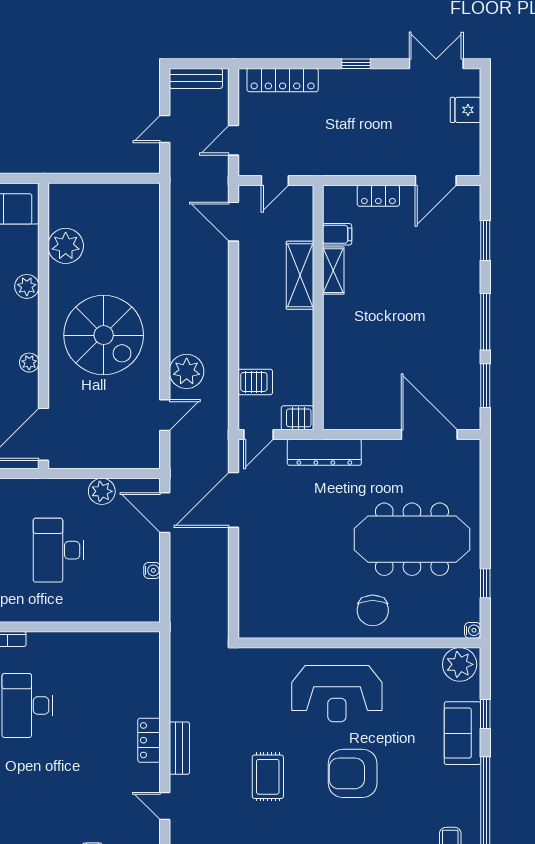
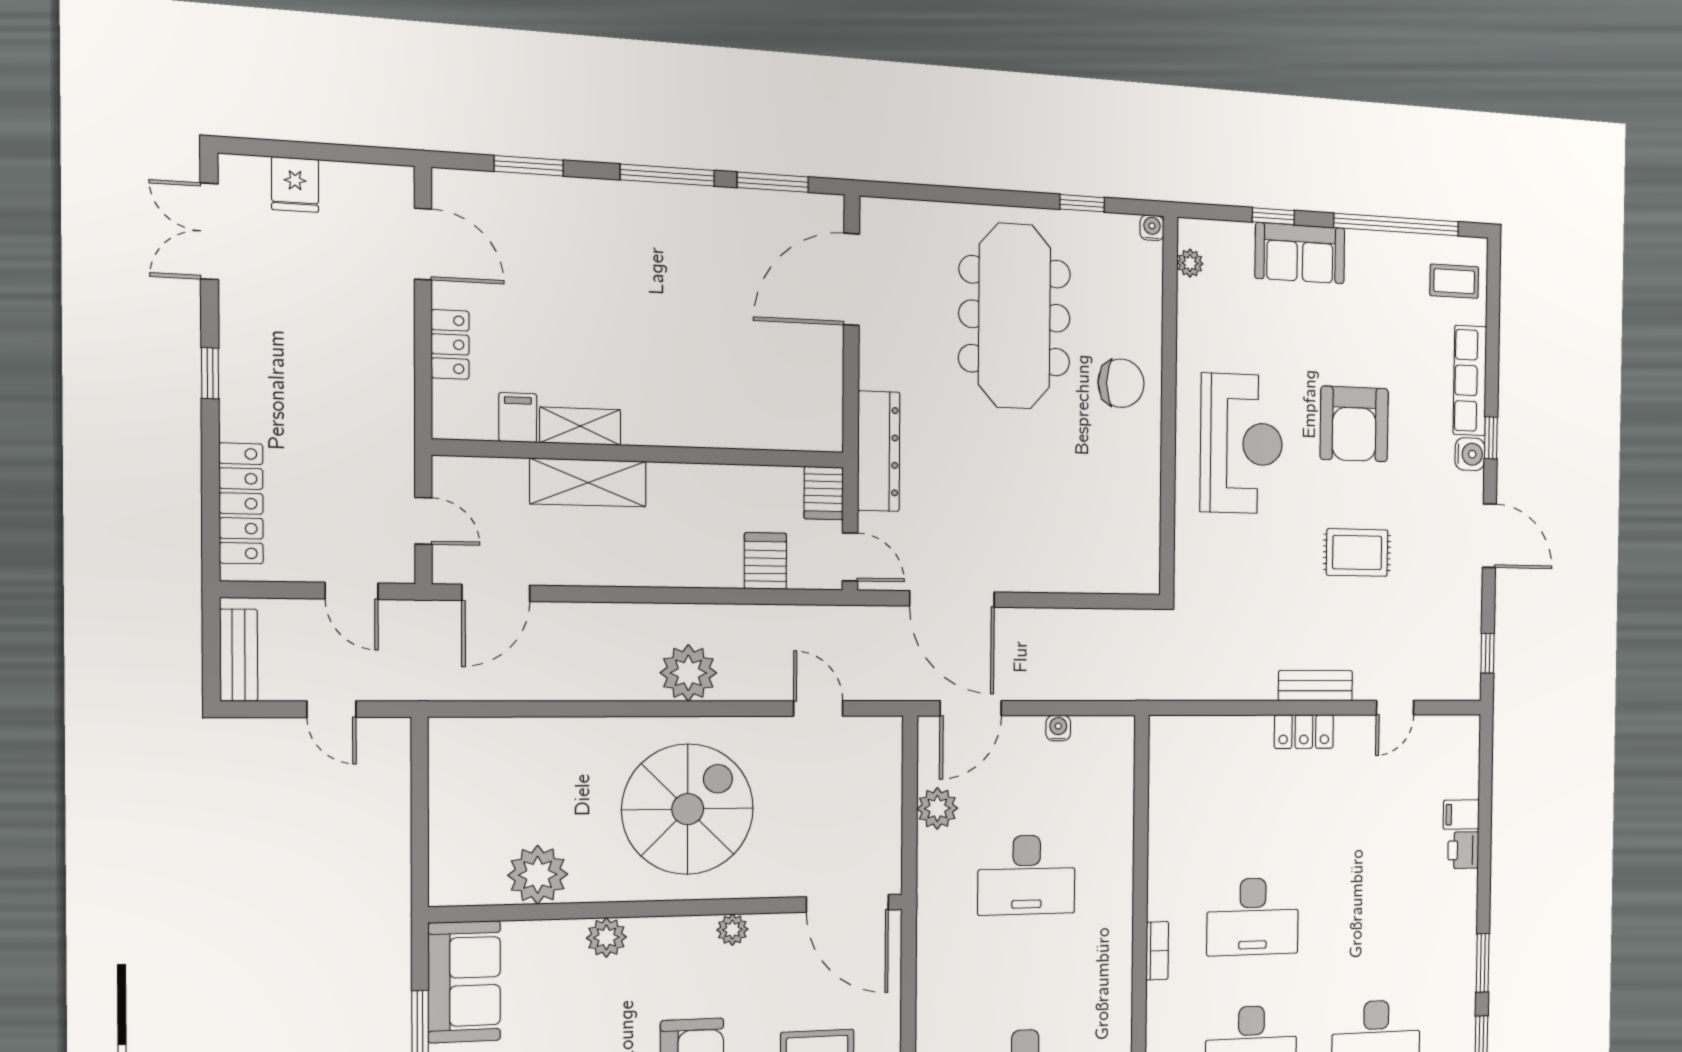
plant: (187, 371) -> (688, 673), moved
plant: (460, 664) -> (1190, 263), width x0.53, depth x0.53

